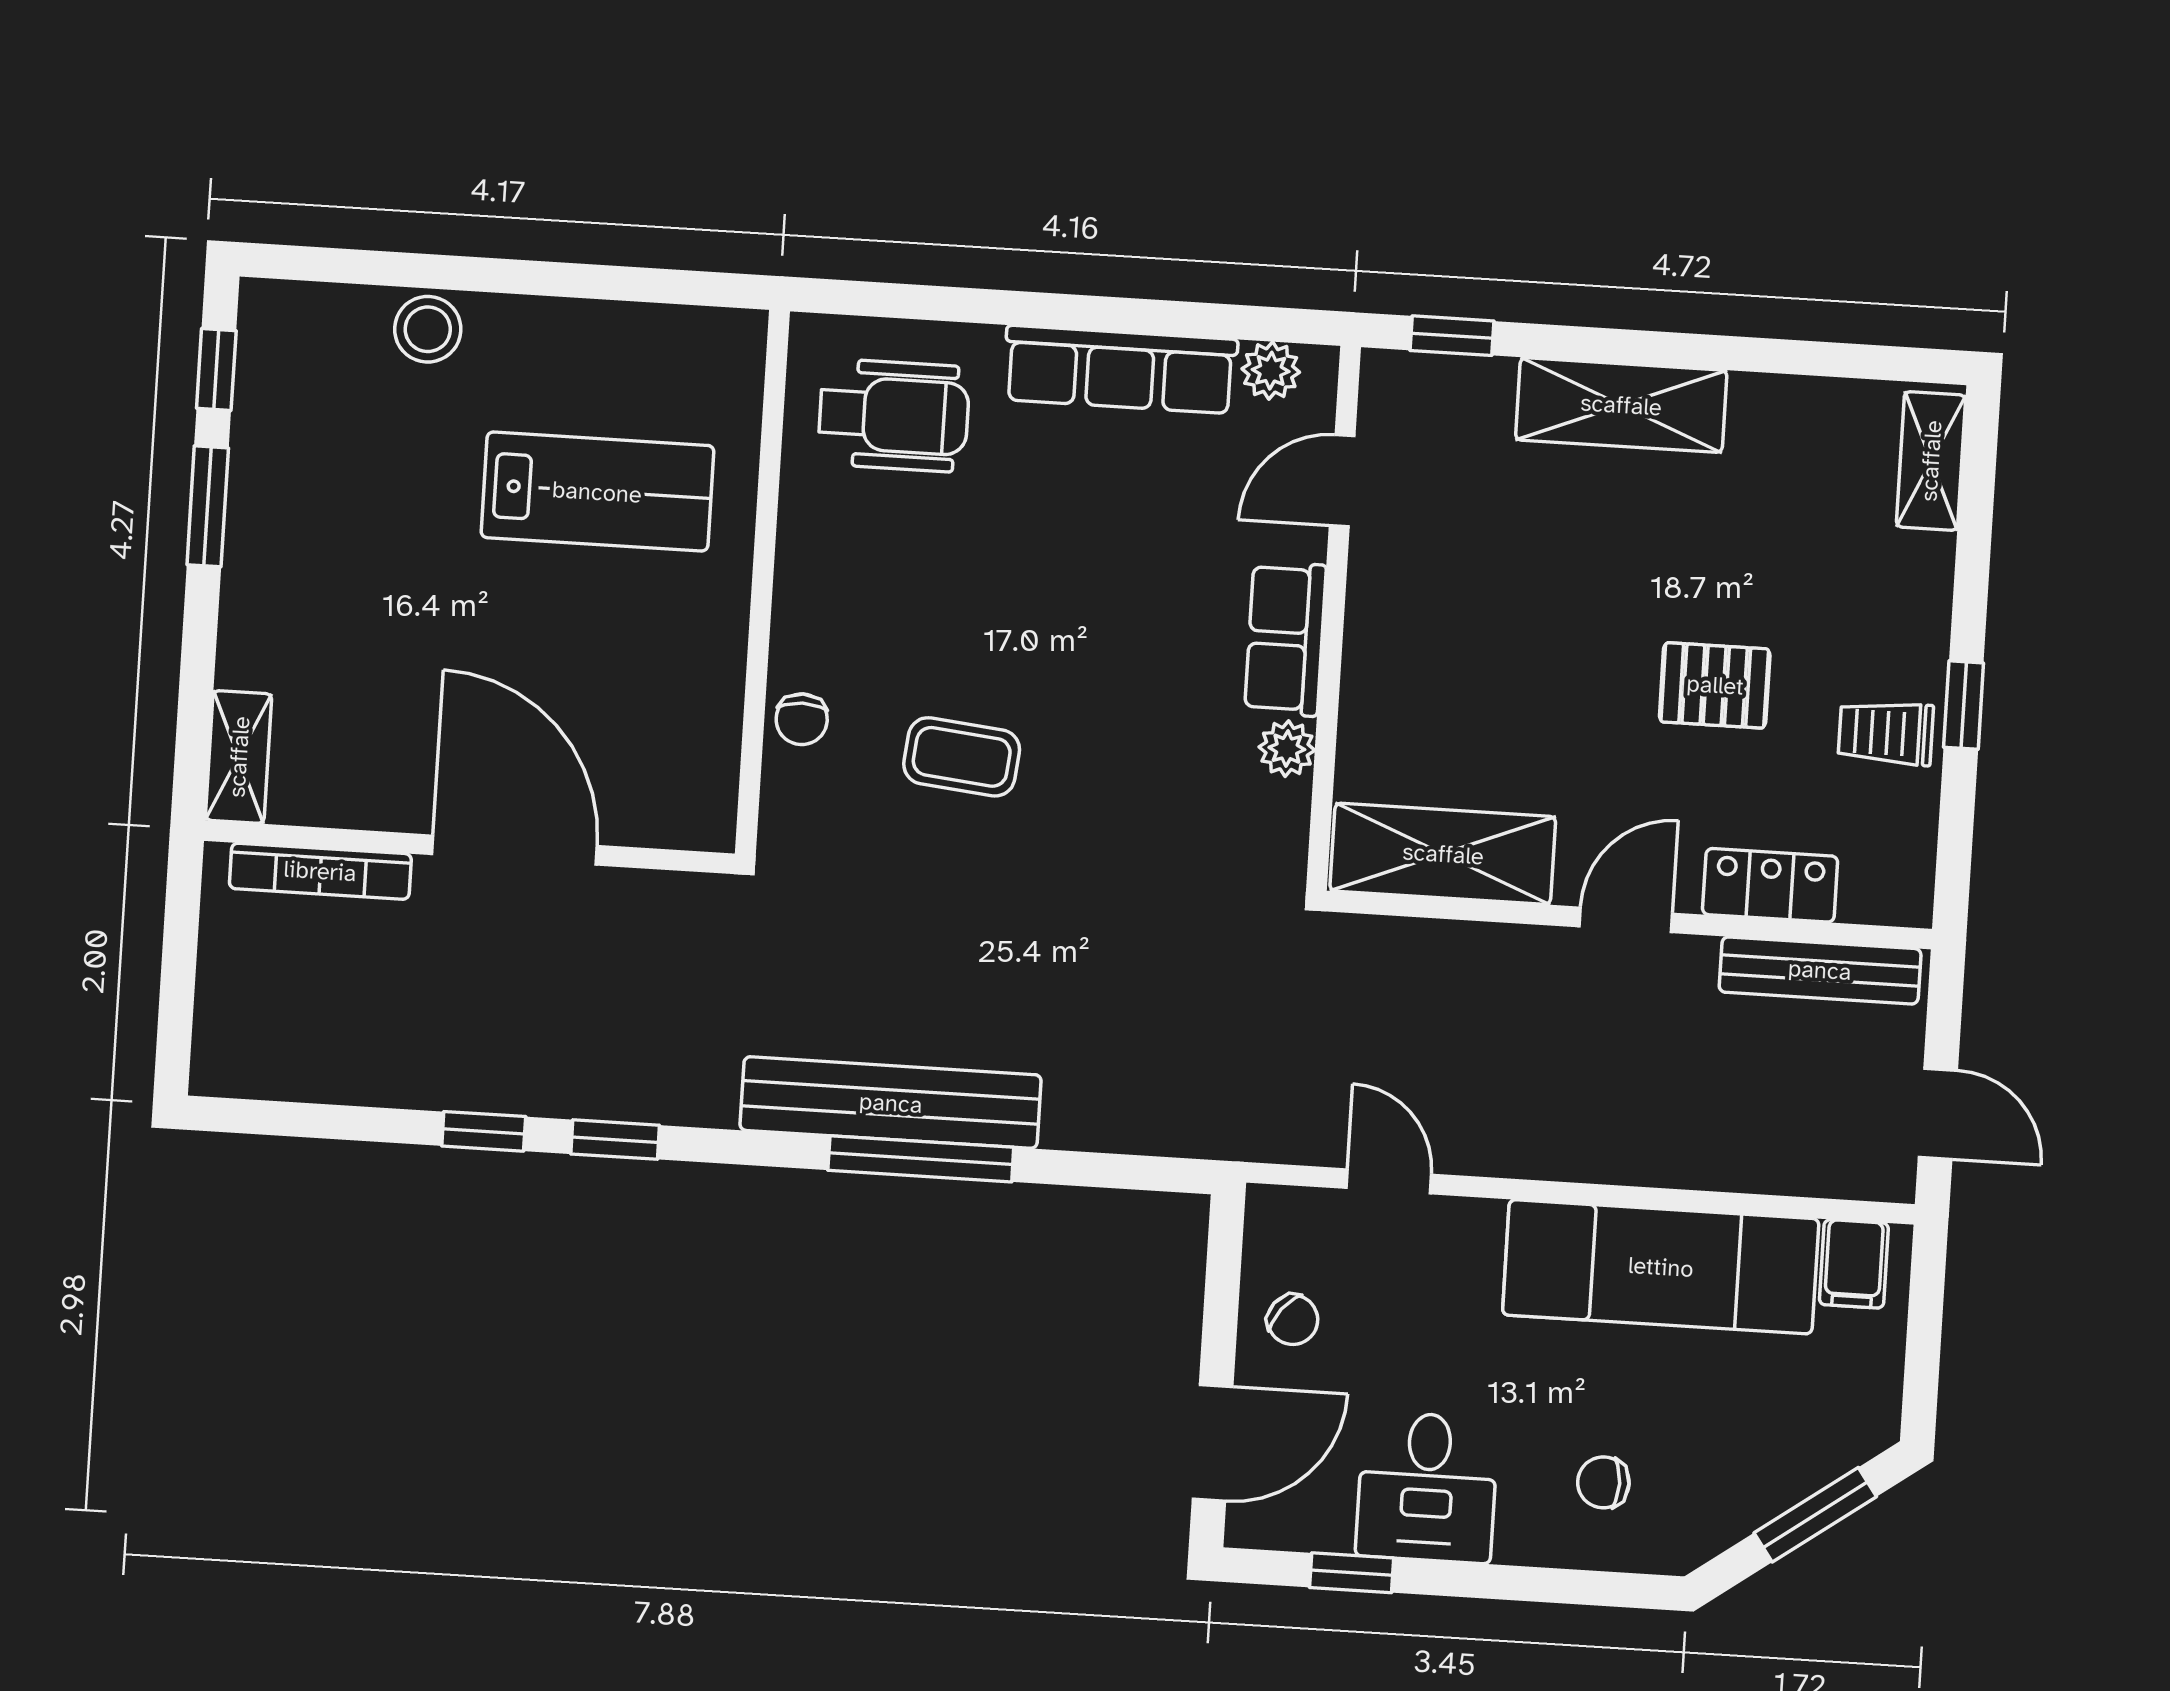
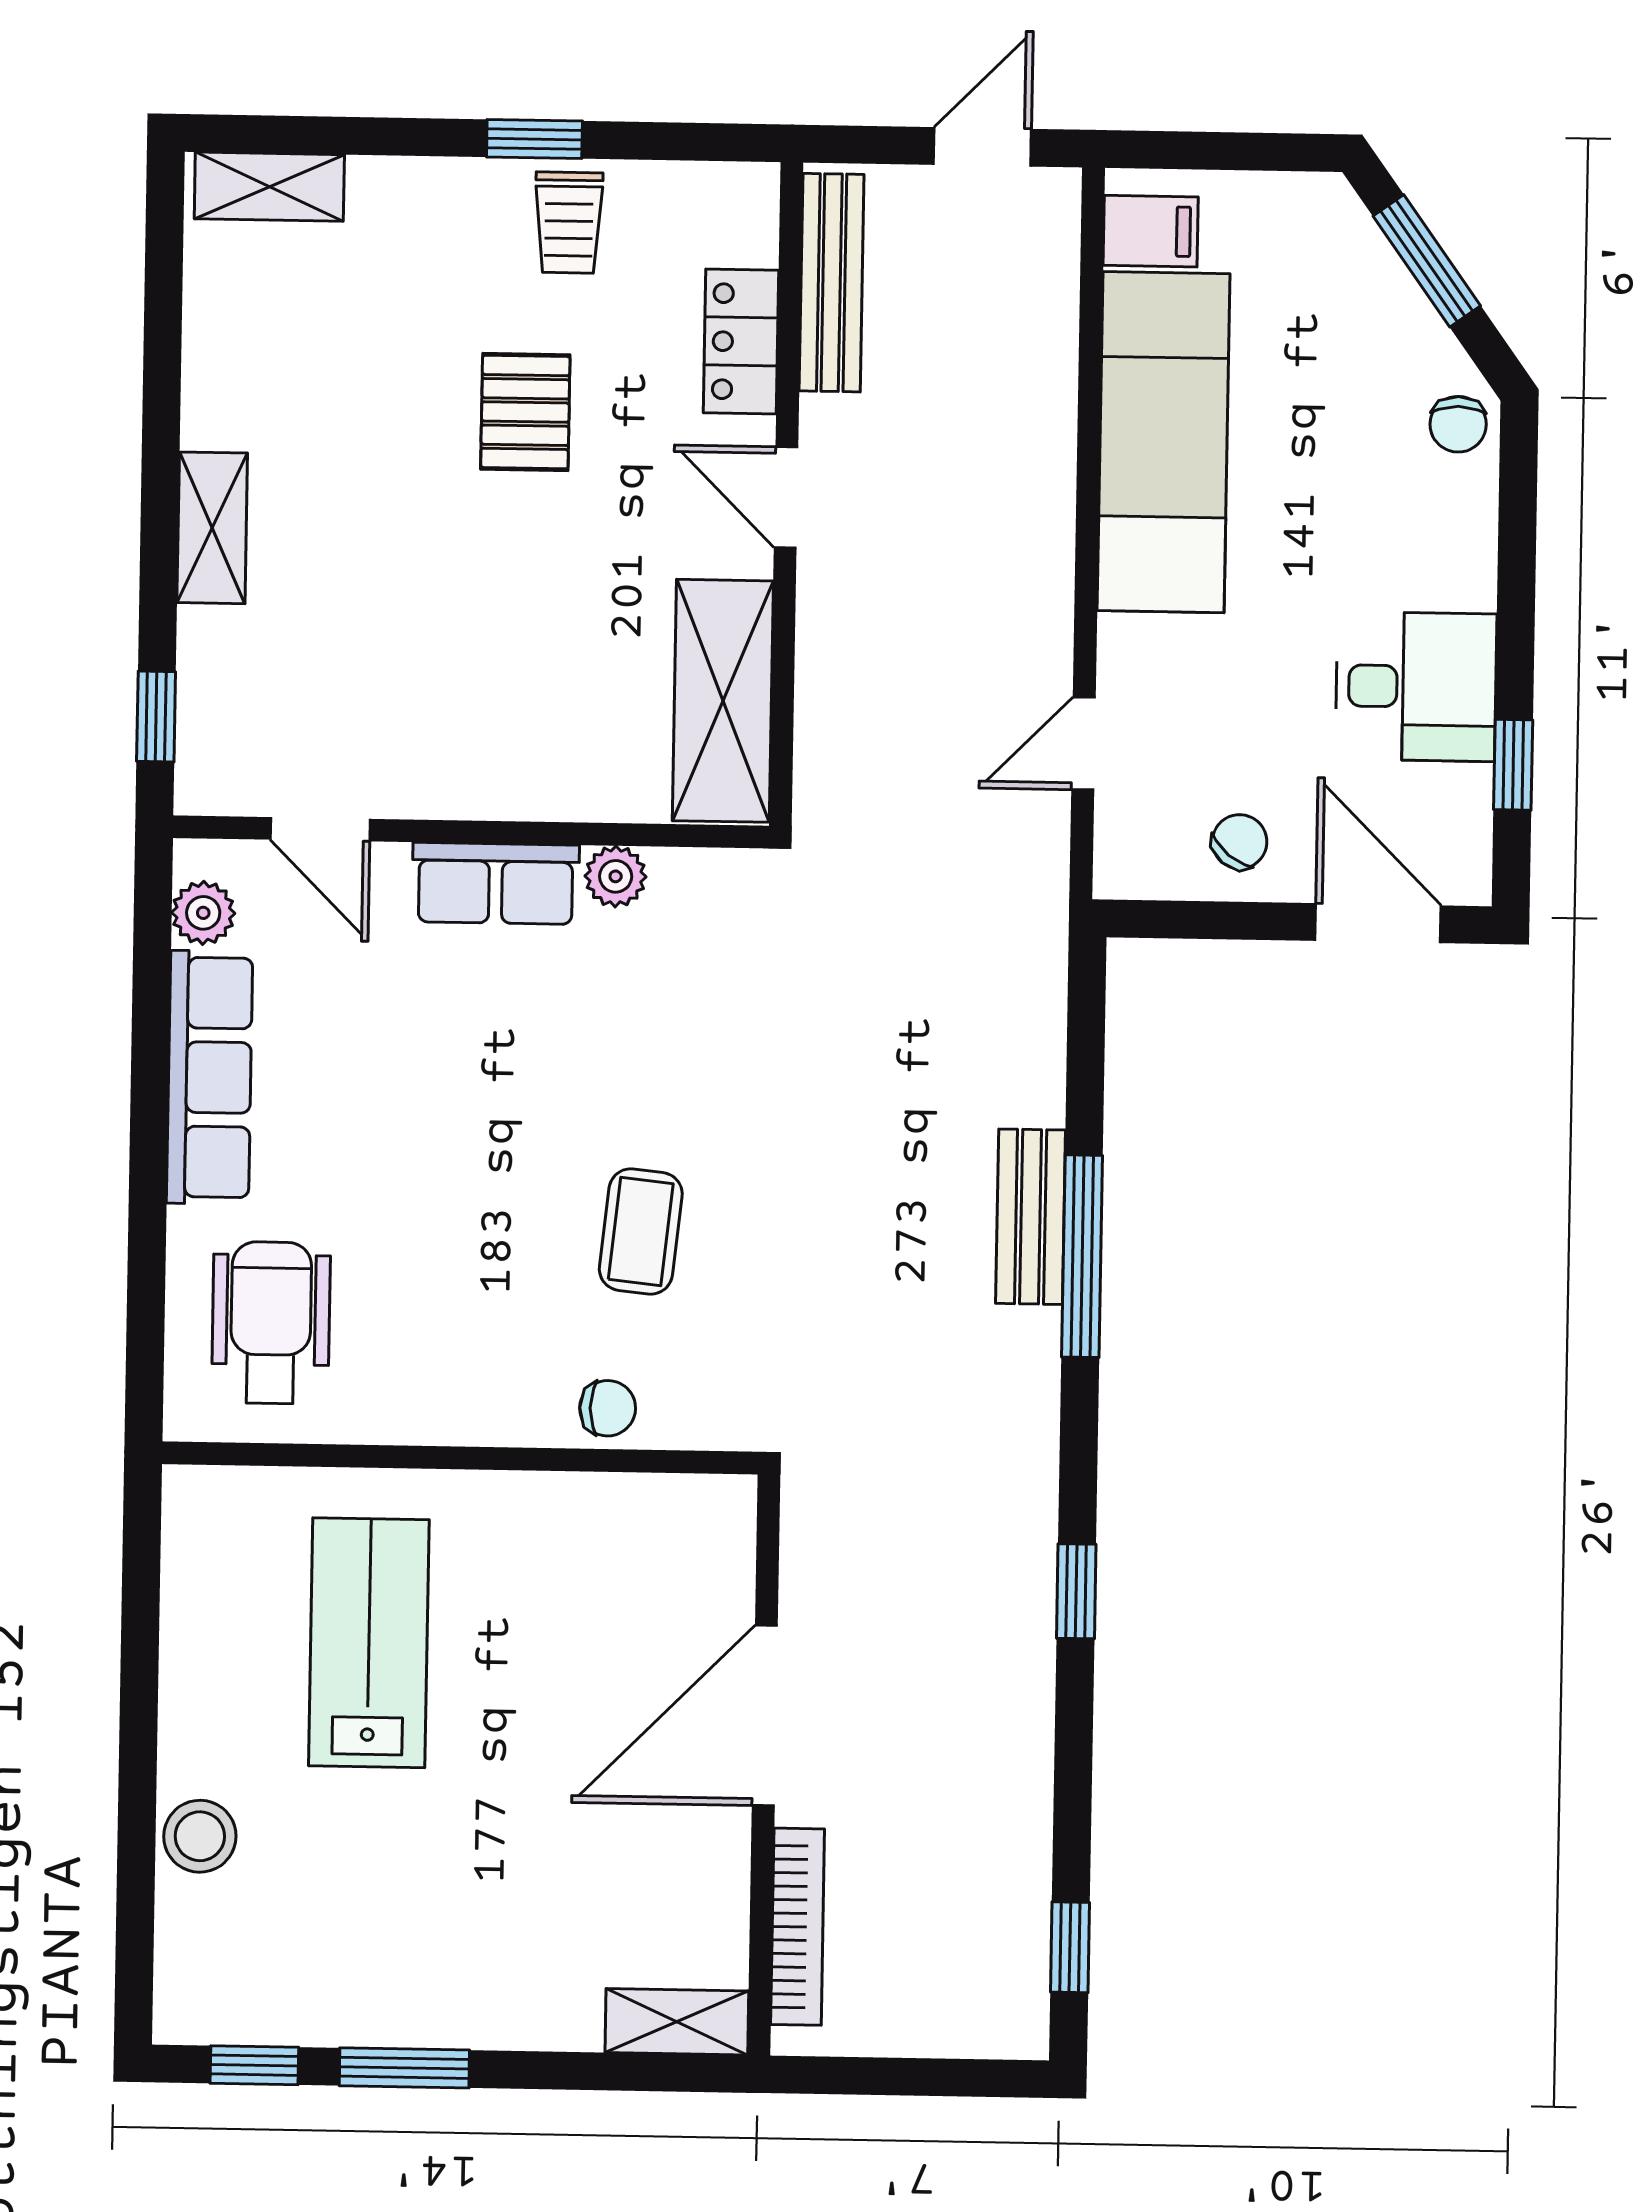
shelving: (1621, 405) -> (212, 528), width x0.67, depth x0.75
bench: (891, 1103) -> (1031, 1217), width x0.54, depth x0.82
window: (484, 1131) -> (1070, 1947), moved
chair: (1603, 1482) -> (1458, 424), moved

